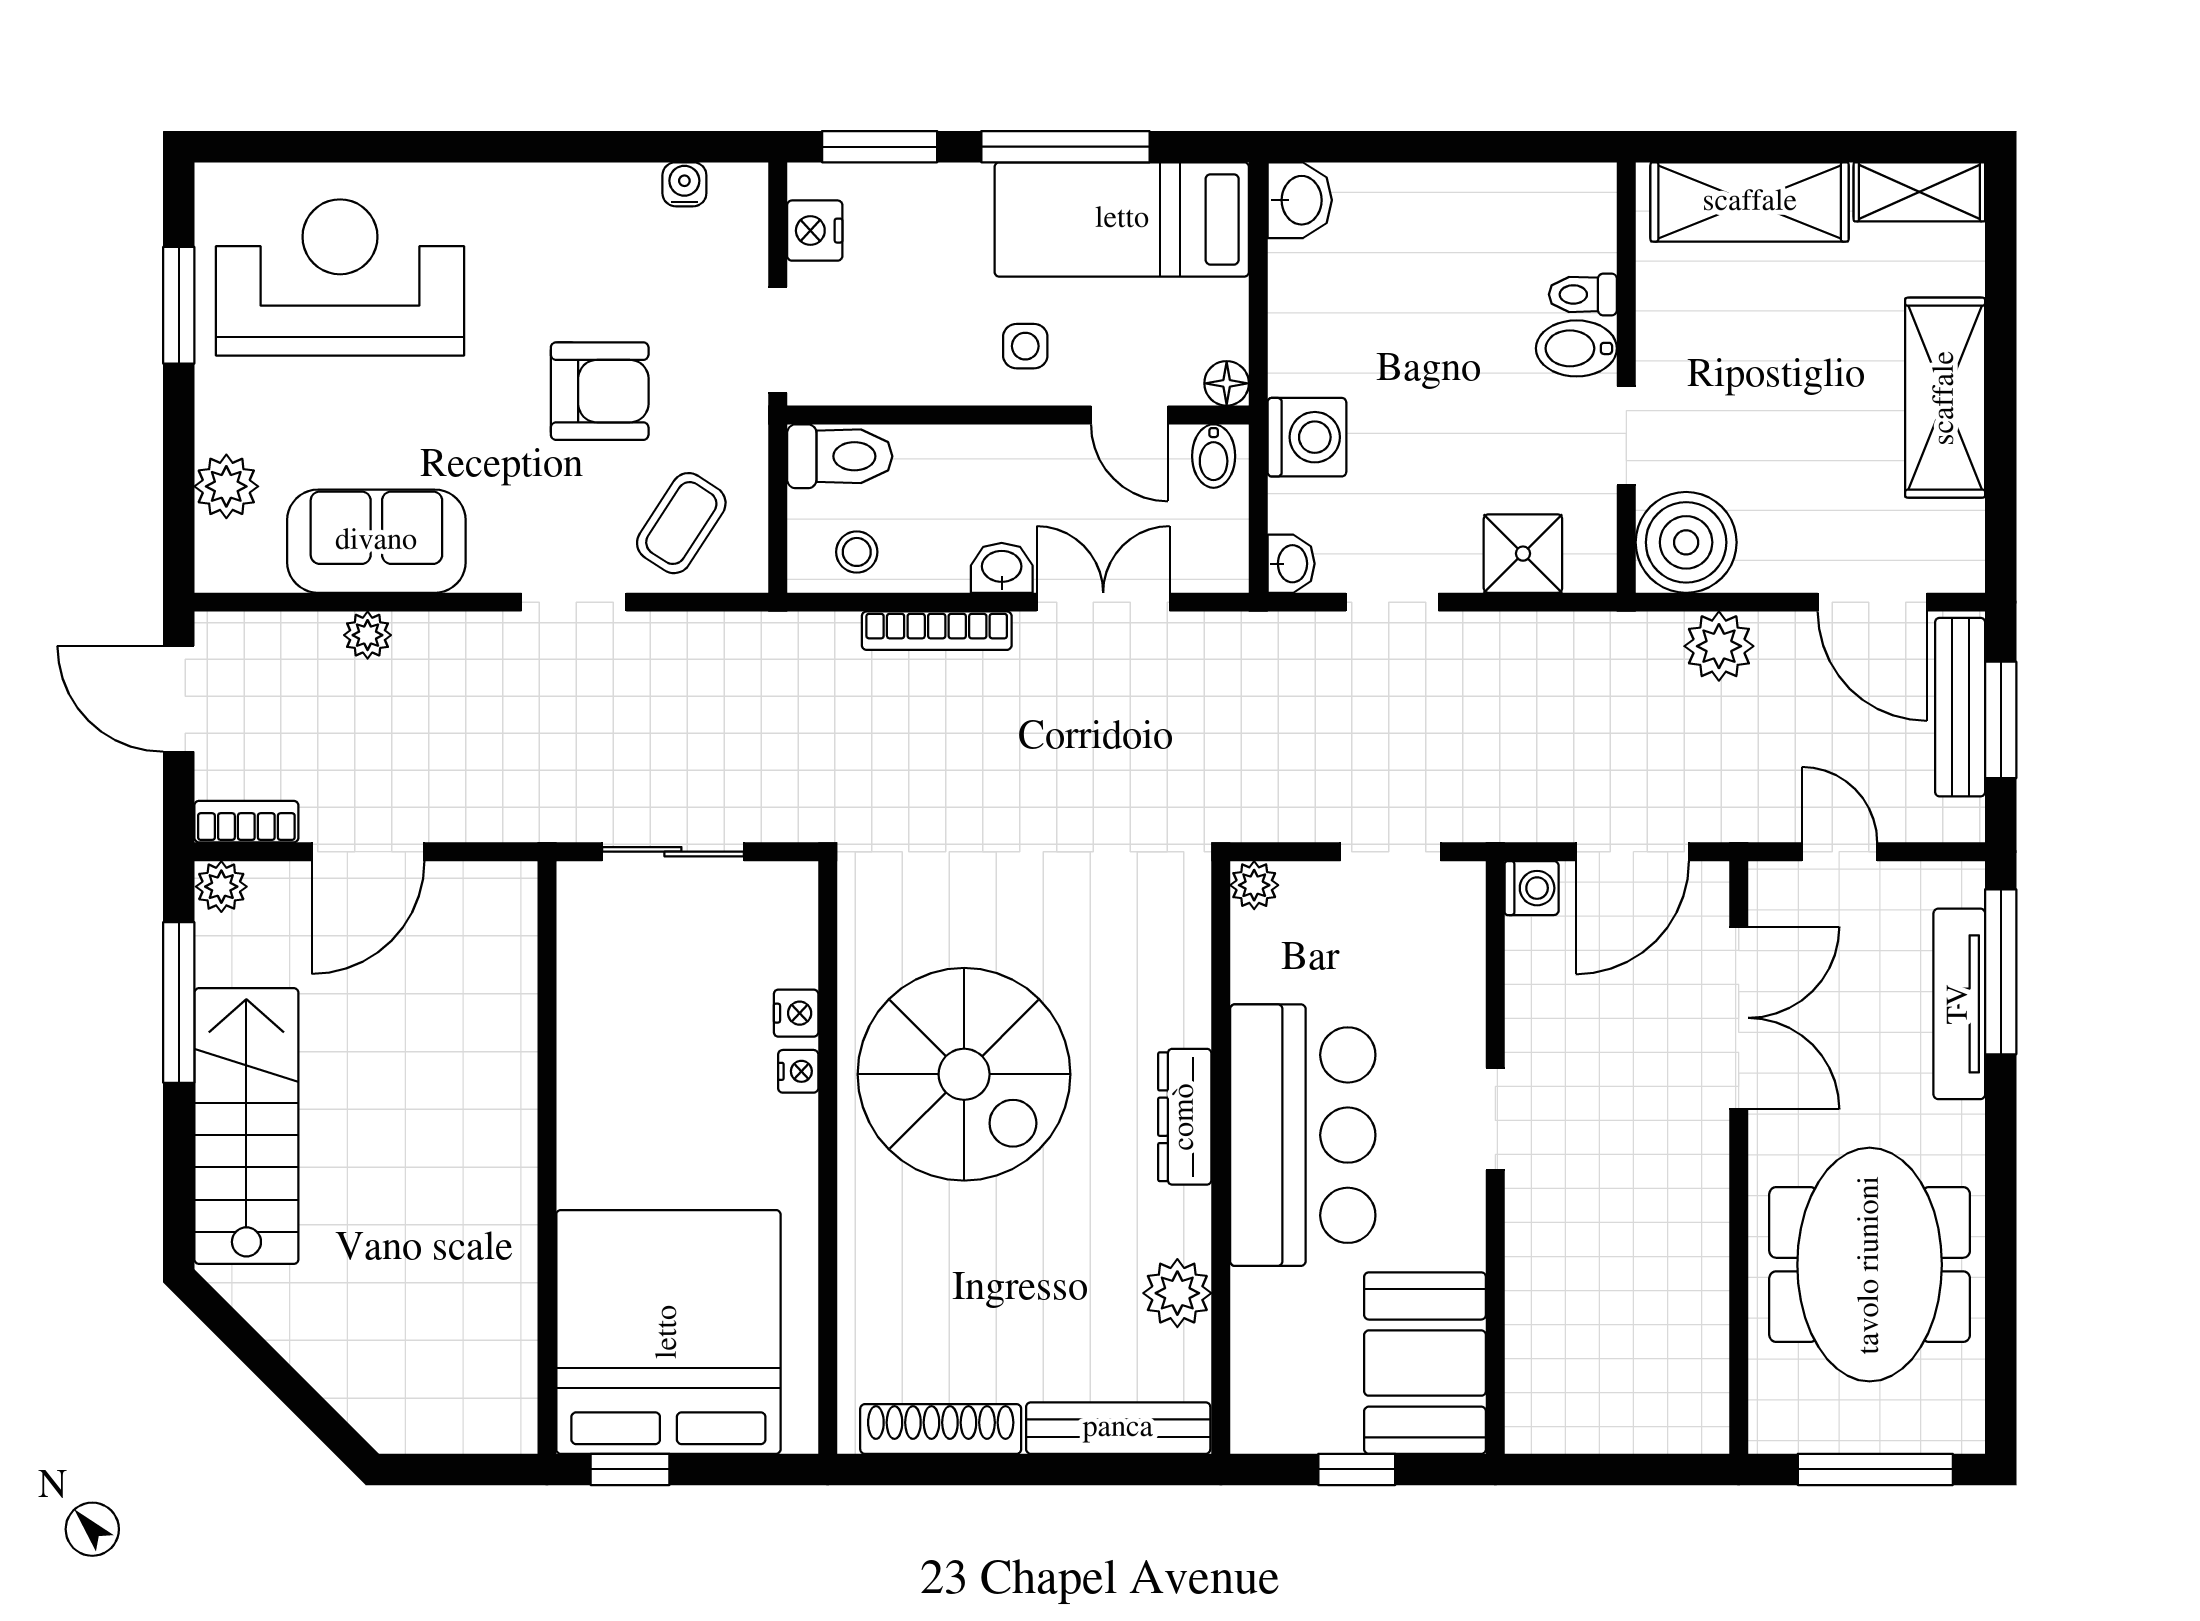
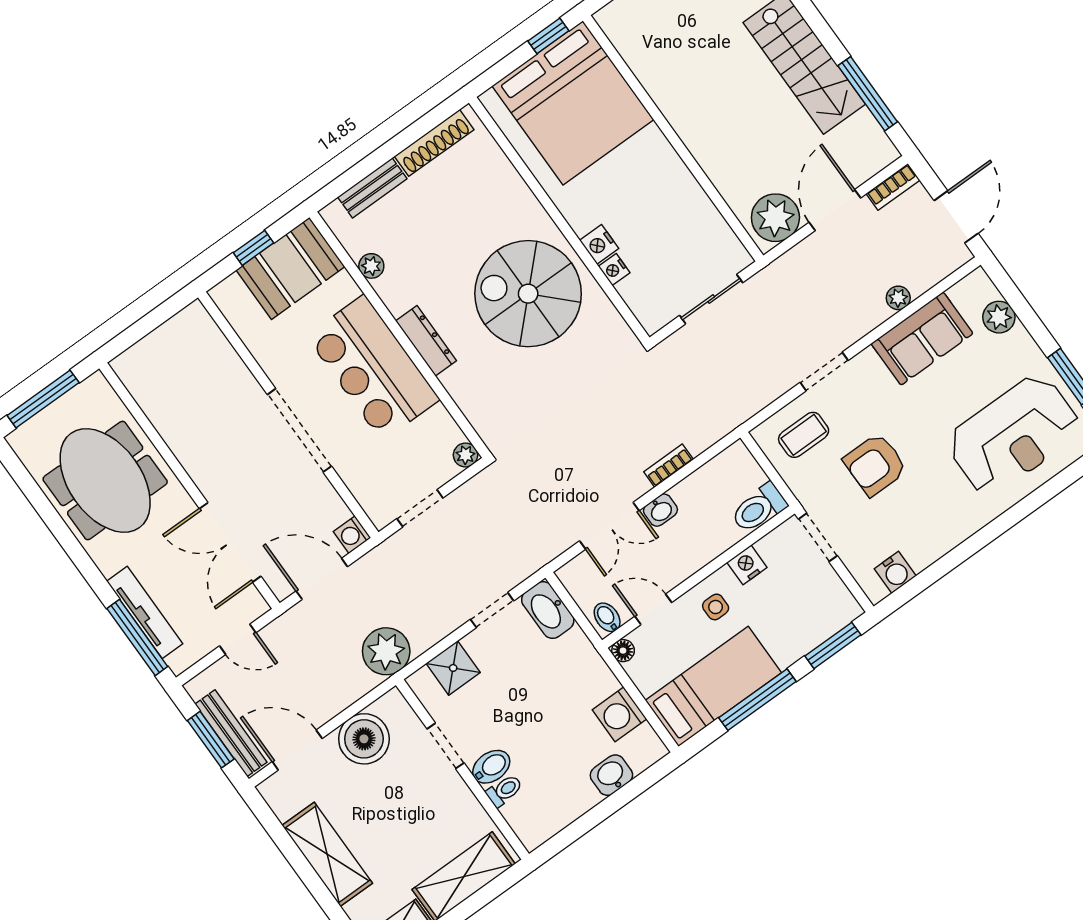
water cooler: (684, 184) -> (895, 572), width x1.38, depth x1.38
washbasin: (1300, 200) -> (611, 775), moved, turned 90
nightstand: (815, 231) -> (747, 565), moved, turned -90
washing machine: (1307, 437) -> (619, 714), moved
coffee table: (681, 523) -> (804, 435), turned 57
boiler: (1686, 542) -> (364, 739), moved
stool: (857, 552) -> (724, 474), removed
washbasin: (1291, 564) -> (548, 610), width x1.91, depth x1.45
bookcase: (937, 631) -> (669, 466), width x0.64
plant: (1719, 646) -> (386, 651), moved, width x1.36, depth x1.36
door: (179, 699) -> (956, 217), hinge flipped
door: (1632, 852) -> (322, 579), hinge flipped
plant: (221, 887) -> (775, 218), moved, width x1.88, depth x1.88
nightstand: (798, 1071) -> (599, 244), width x1.39, depth x1.35
doorway: (1495, 1119) -> (299, 430), width x1.88
plant: (1177, 1293) -> (371, 266), width x0.73, depth x0.73
booth: (1425, 1363) -> (290, 268), moved, turned 90
bench: (1118, 1428) -> (372, 188), width x0.73

